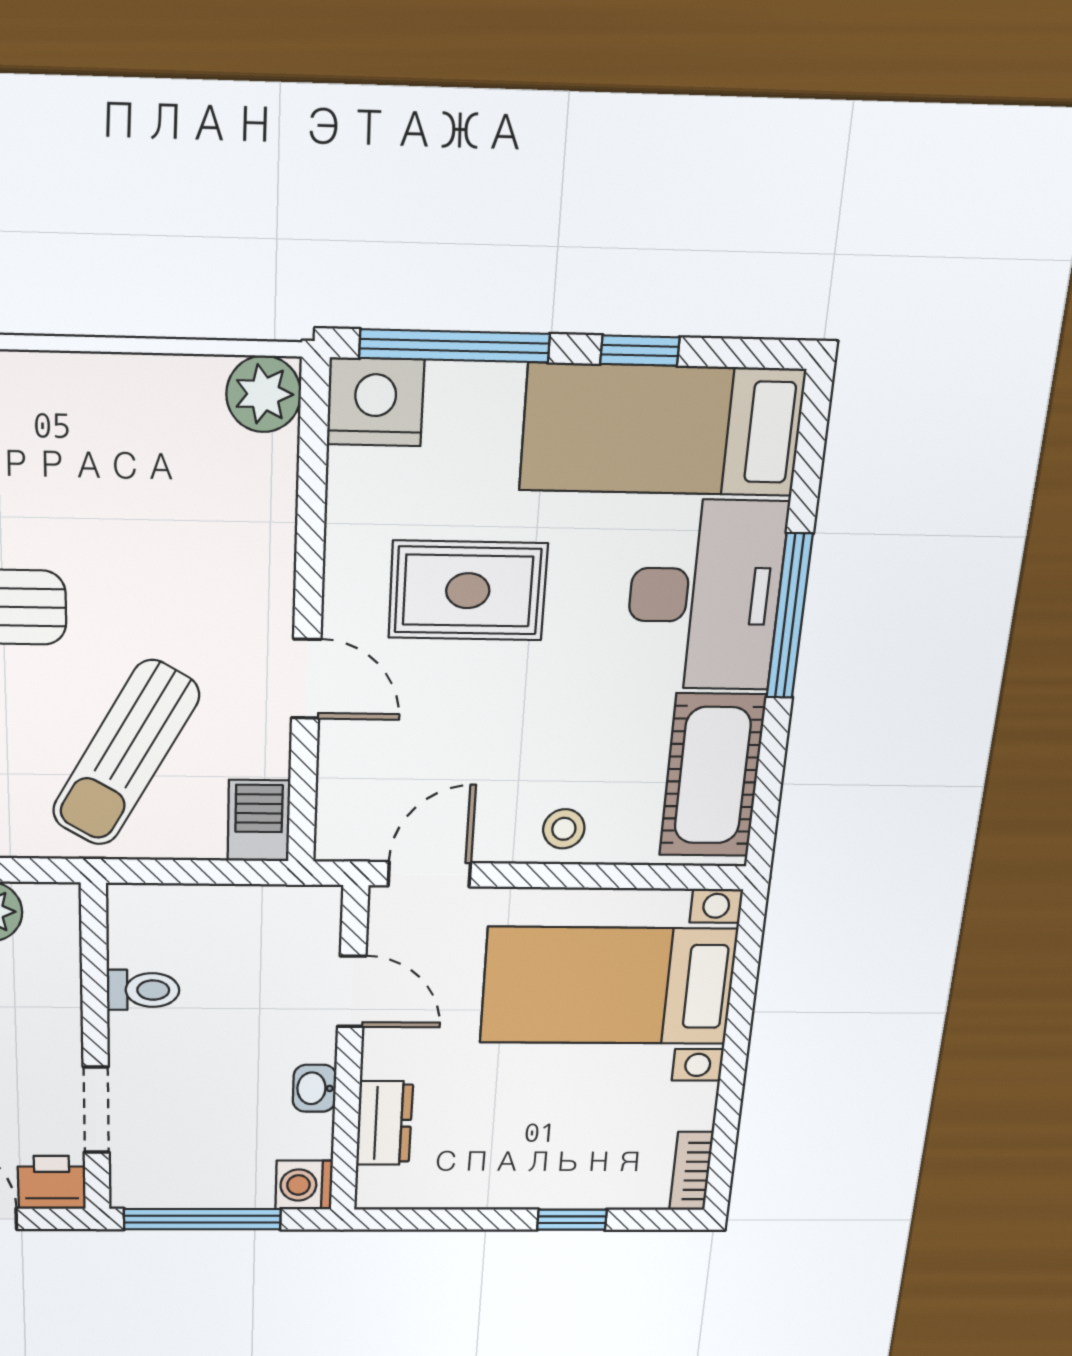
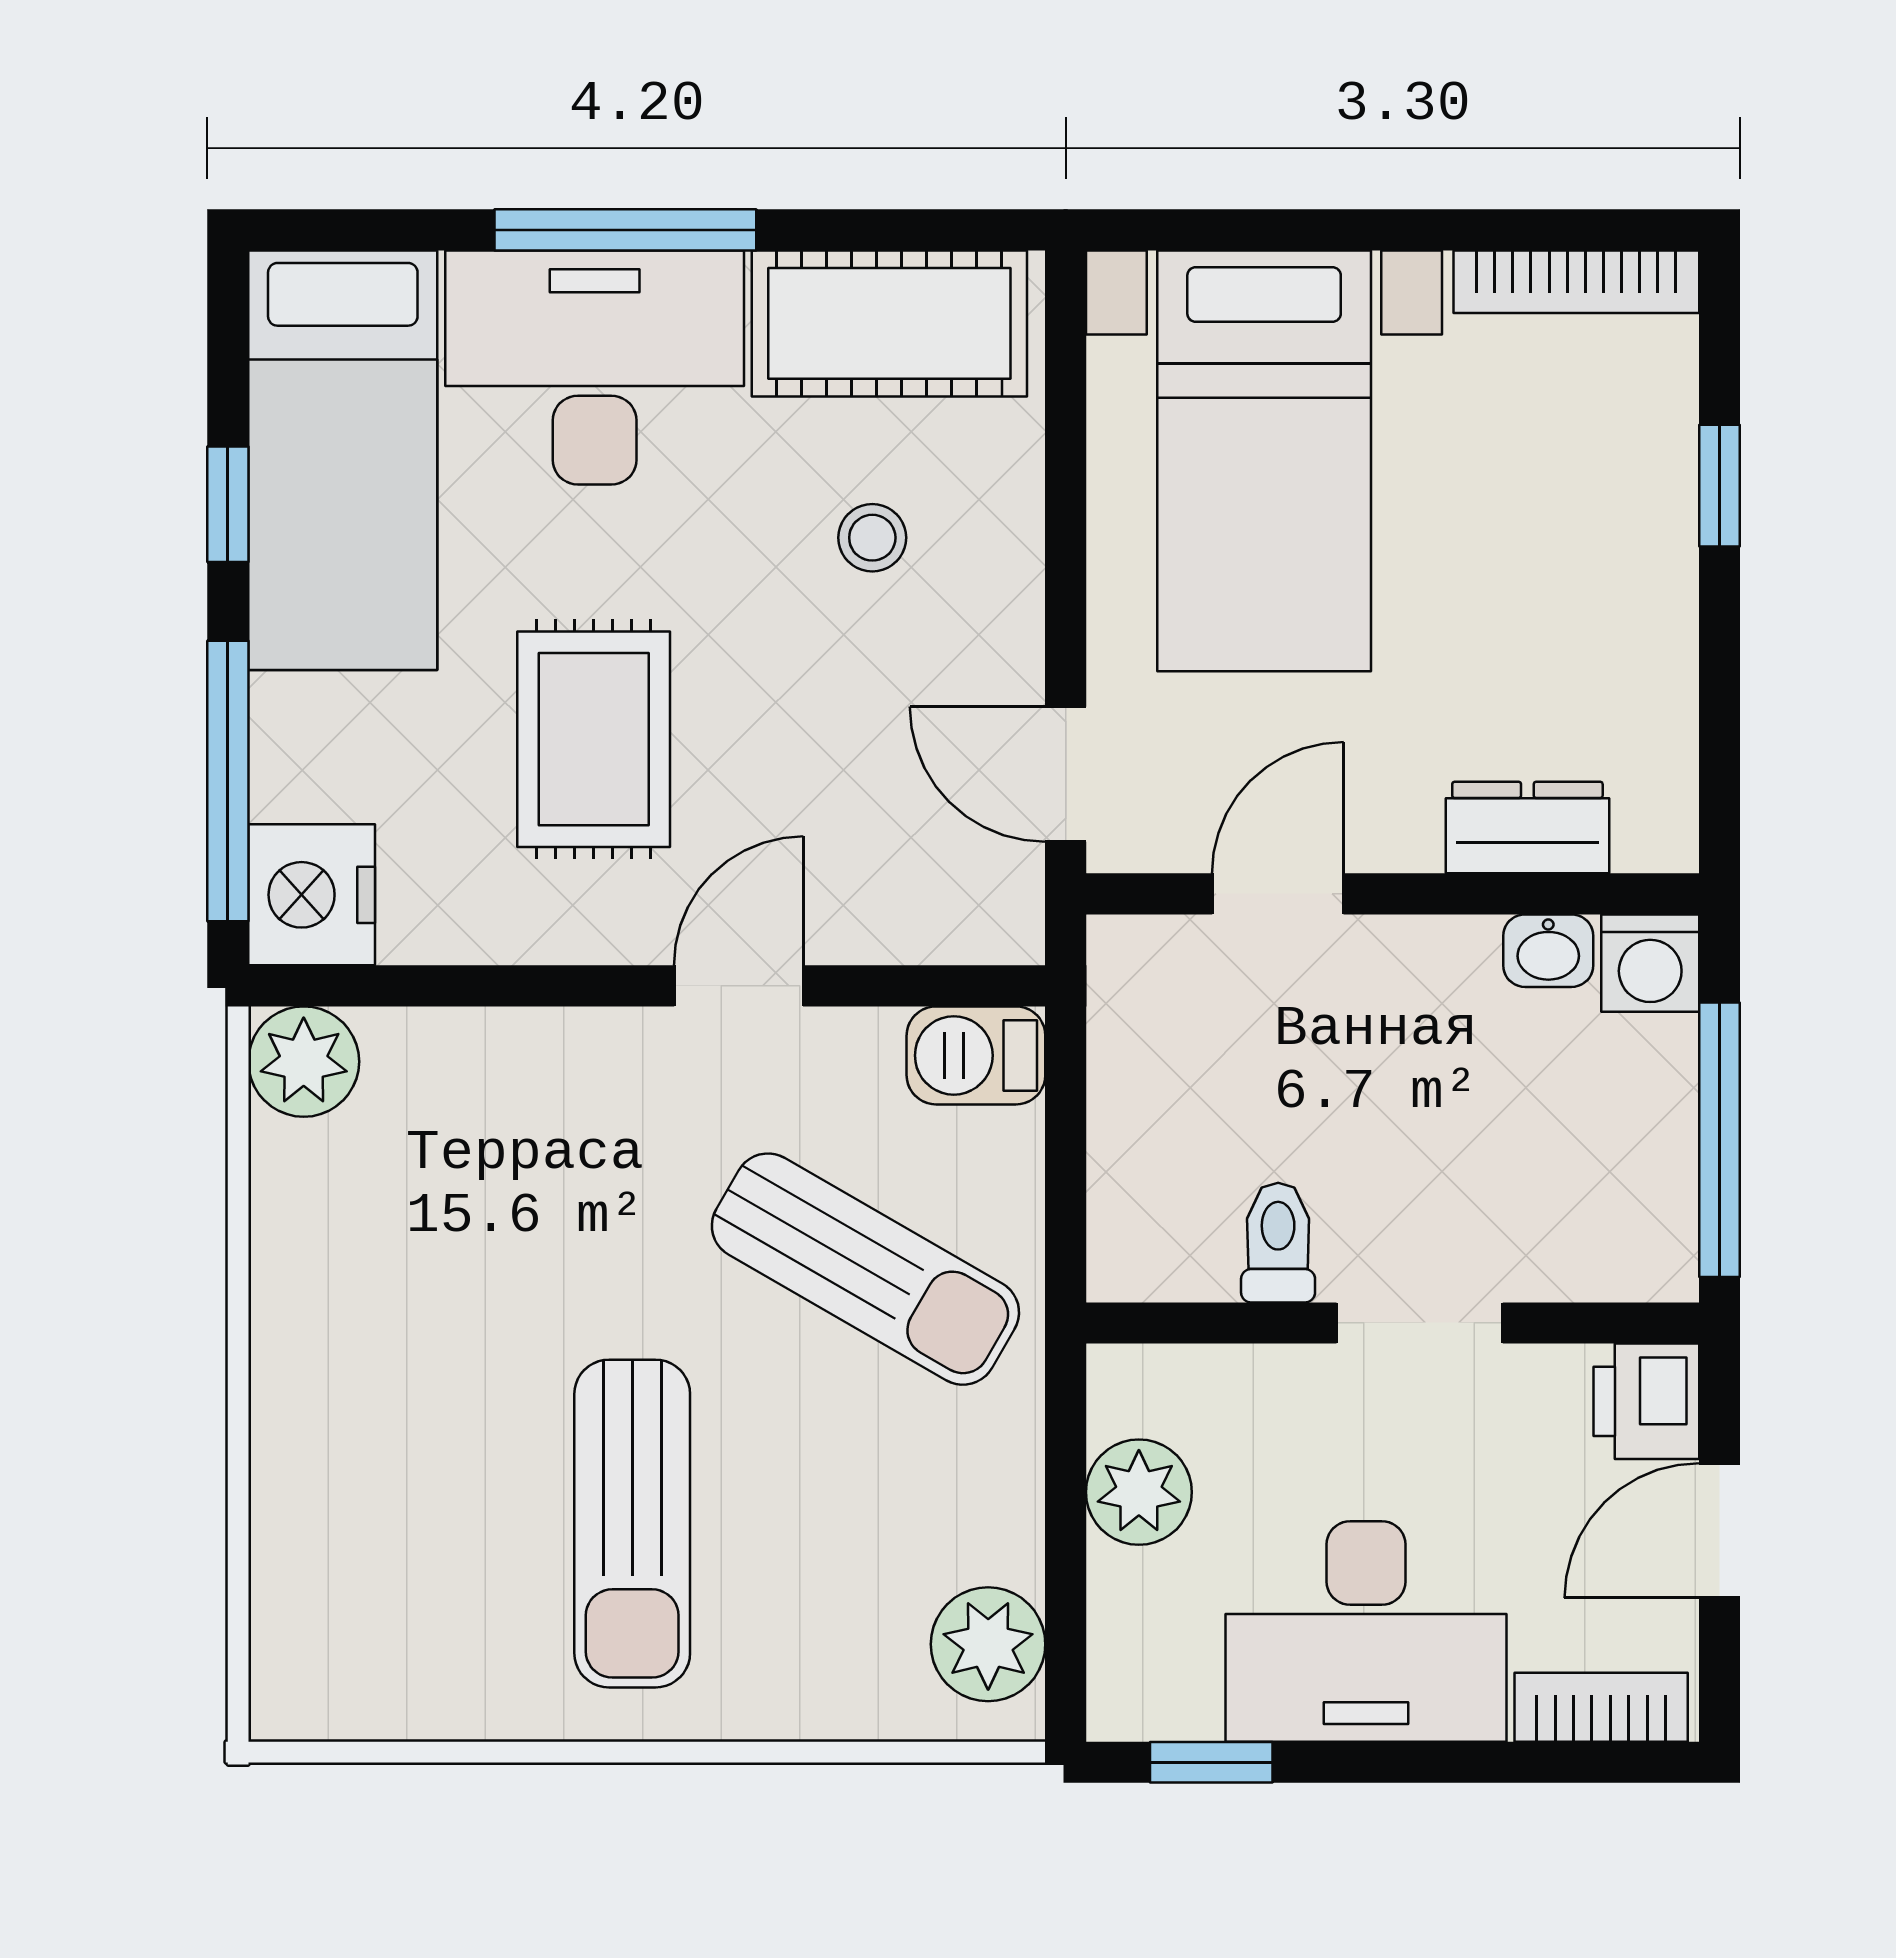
stool: (564, 829) -> (872, 538), moved
washbasin: (314, 1088) -> (1548, 951), moved
doorway: (96, 1110) -> (1420, 1323), moved
bookcase: (691, 1171) -> (1576, 282), width x1.56

